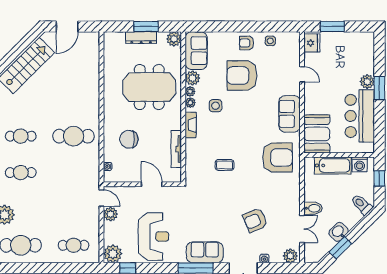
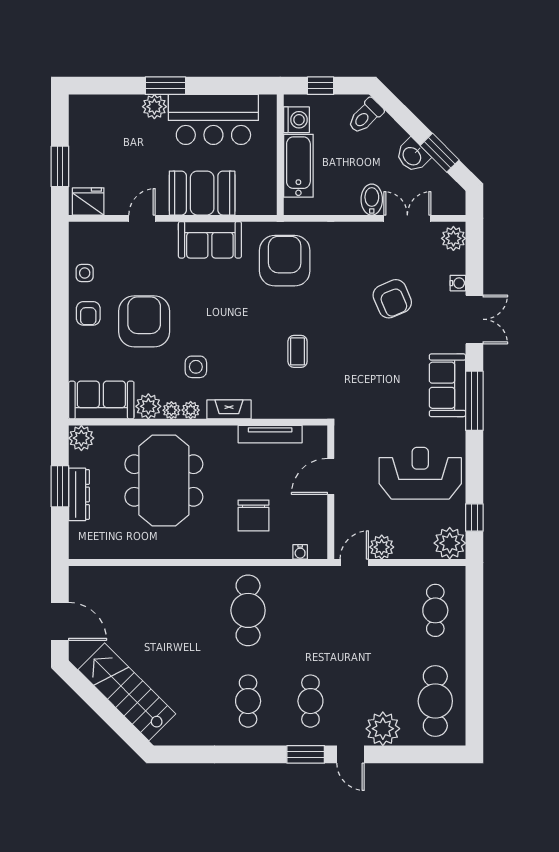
armchair: (242, 76) -> (144, 321), turned 180
booth: (317, 134) -> (202, 193), moved

